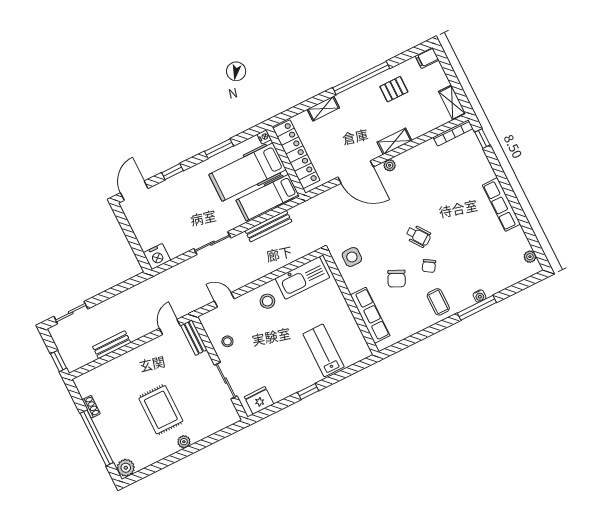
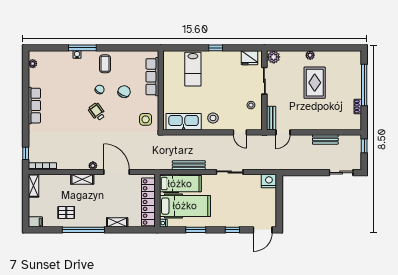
plant: (126, 468) -> (274, 57), moved

